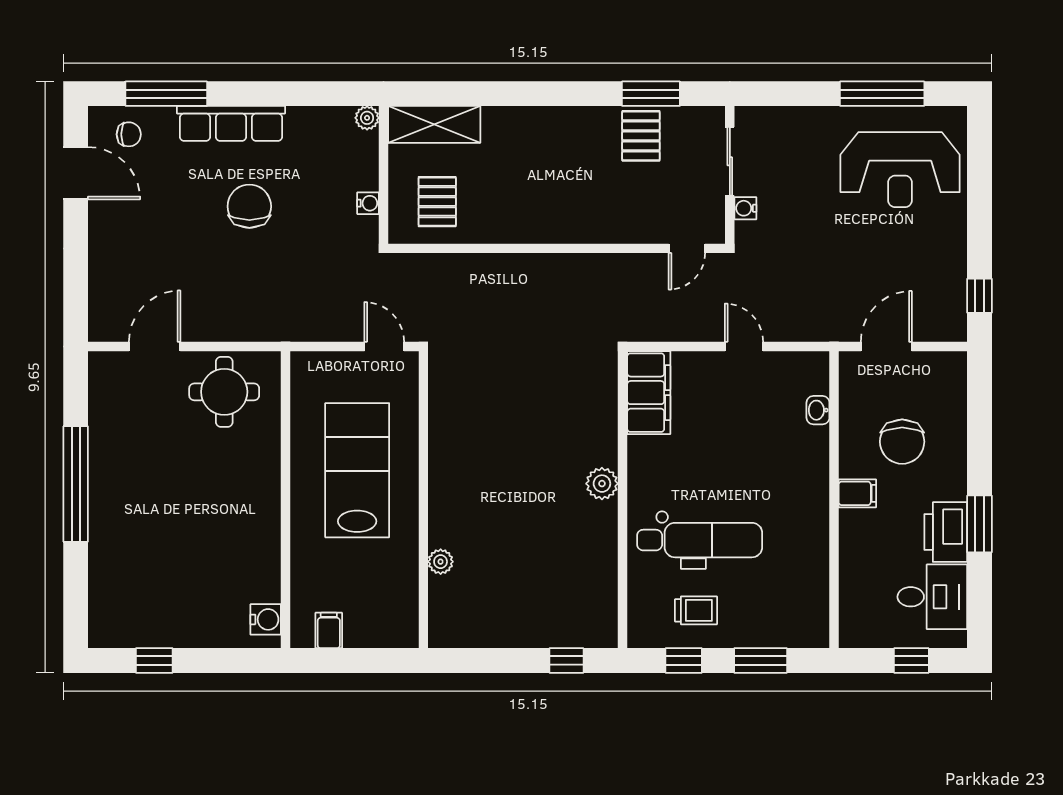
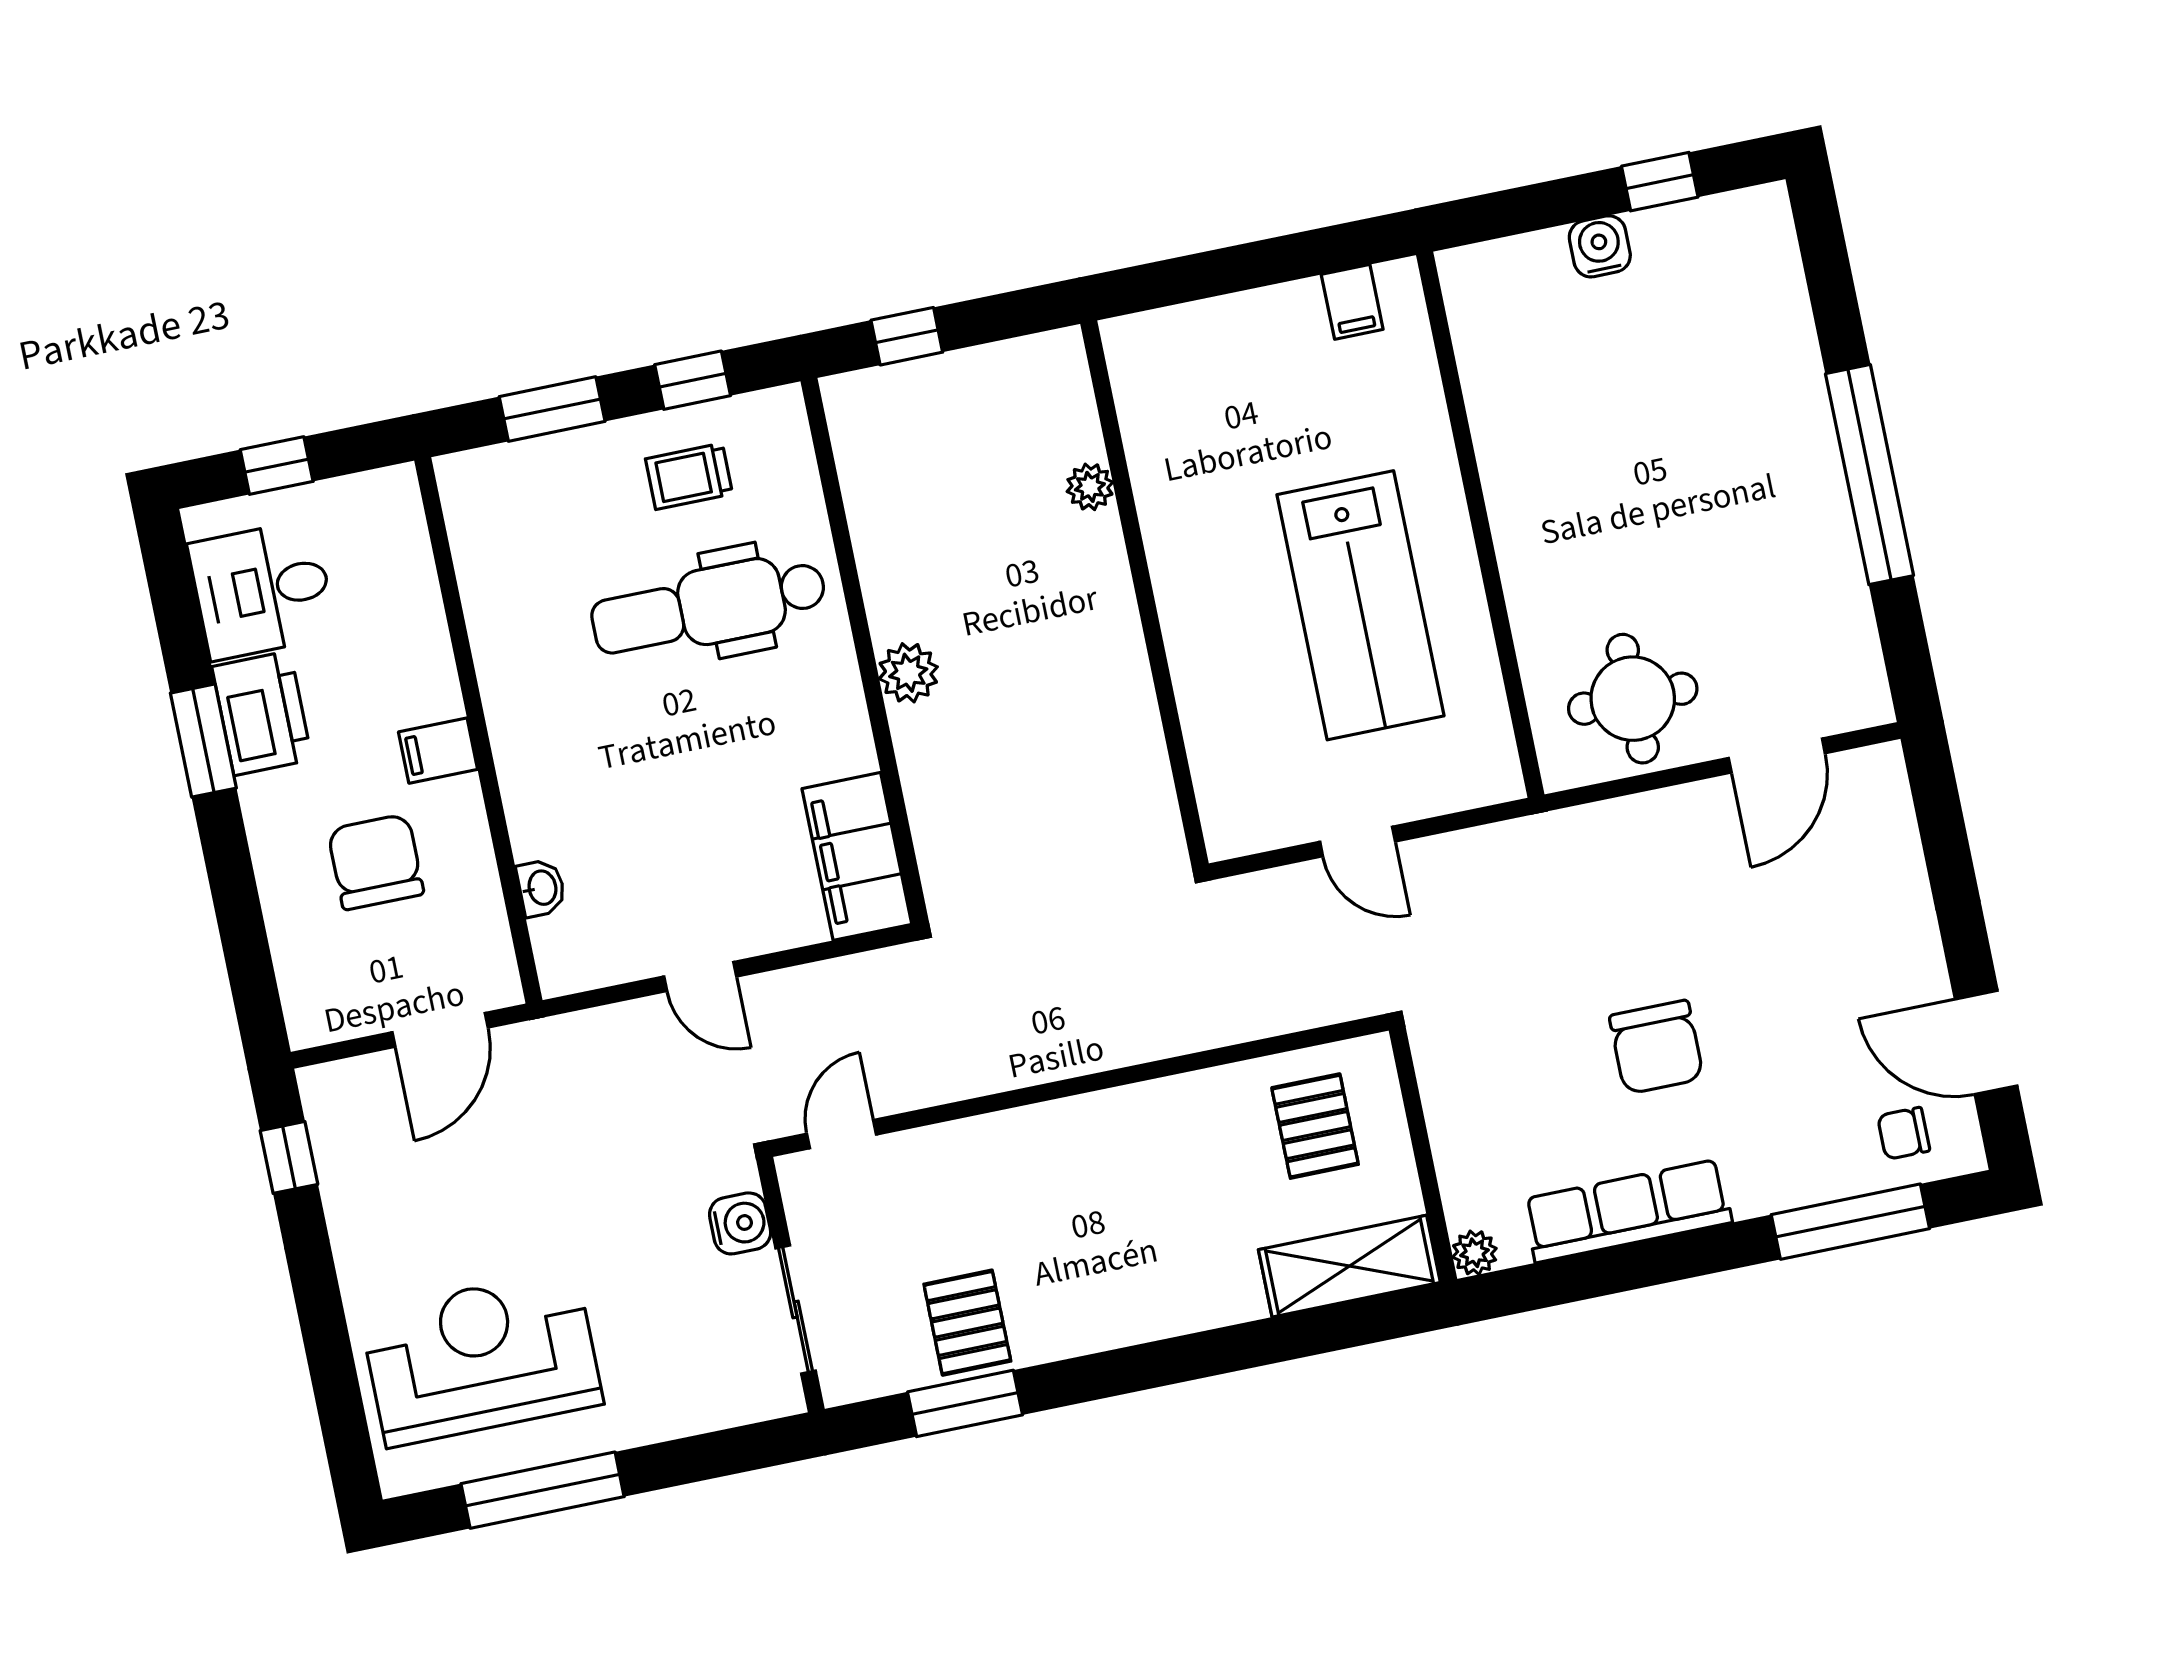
row of seats: (231, 123) -> (1627, 1211), moved
water cooler: (368, 203) -> (1441, 1097), removed
water cooler: (745, 208) -> (740, 1223), width x1.38, depth x1.38
wall: (423, 500) -> (1144, 594), moved
plant: (441, 562) -> (1090, 487), moved
water cooler: (266, 619) -> (1600, 246), moved, turned 90

